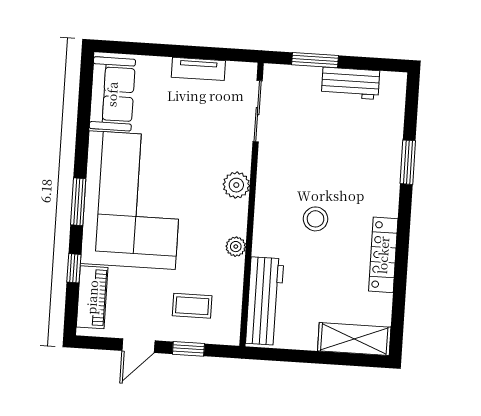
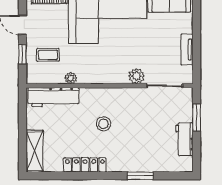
plant: (236, 185) -> (137, 76), moved
plant: (236, 247) -> (71, 78), moved
coffee table: (192, 306) -> (48, 55), turned 90

